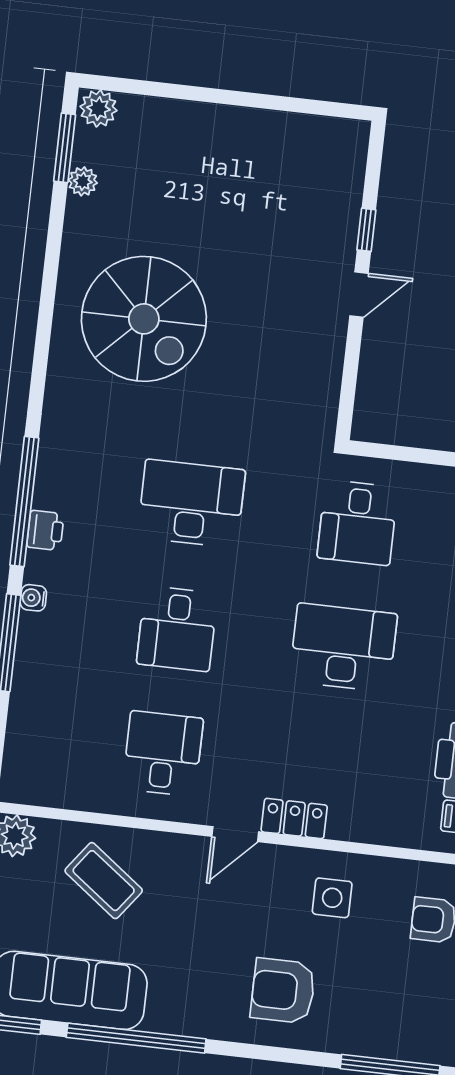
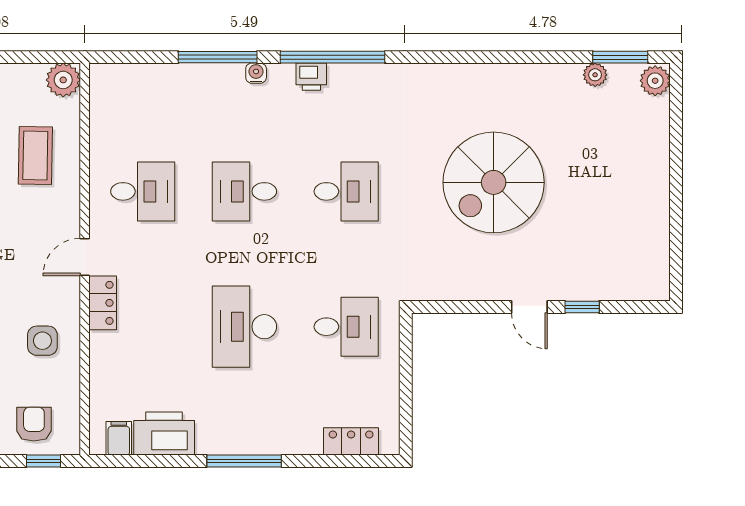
spiral stairs: (144, 319) -> (494, 182), moved
desk: (191, 504) -> (346, 191), width x0.73
desk: (358, 523) -> (346, 327), turned 180
desk: (343, 648) -> (244, 327), turned 180
door: (235, 834) -> (85, 257), hinge flipped
coffee table: (104, 881) -> (35, 155), turned -36

